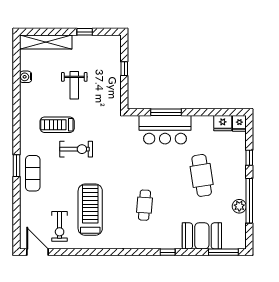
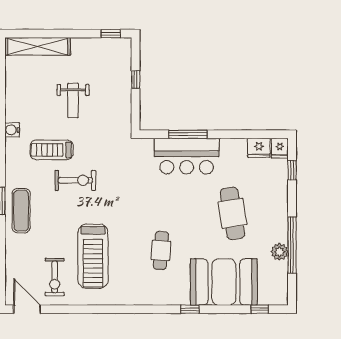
window: (85, 32) -> (111, 34), moved
water cooler: (26, 77) -> (12, 130), moved
window: (249, 158) -> (292, 170), moved
treadmill: (90, 210) -> (93, 256), turned 180
booth: (202, 236) -> (224, 282), width x1.36, depth x1.42
window: (223, 252) -> (260, 309), width x0.46

